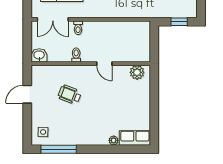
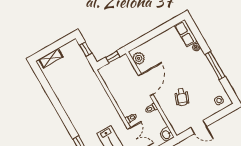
window: (154, 46) -> (113, 57), added
door: (104, 64) -> (146, 85), width x1.87
window: (59, 149) -> (215, 65), moved

